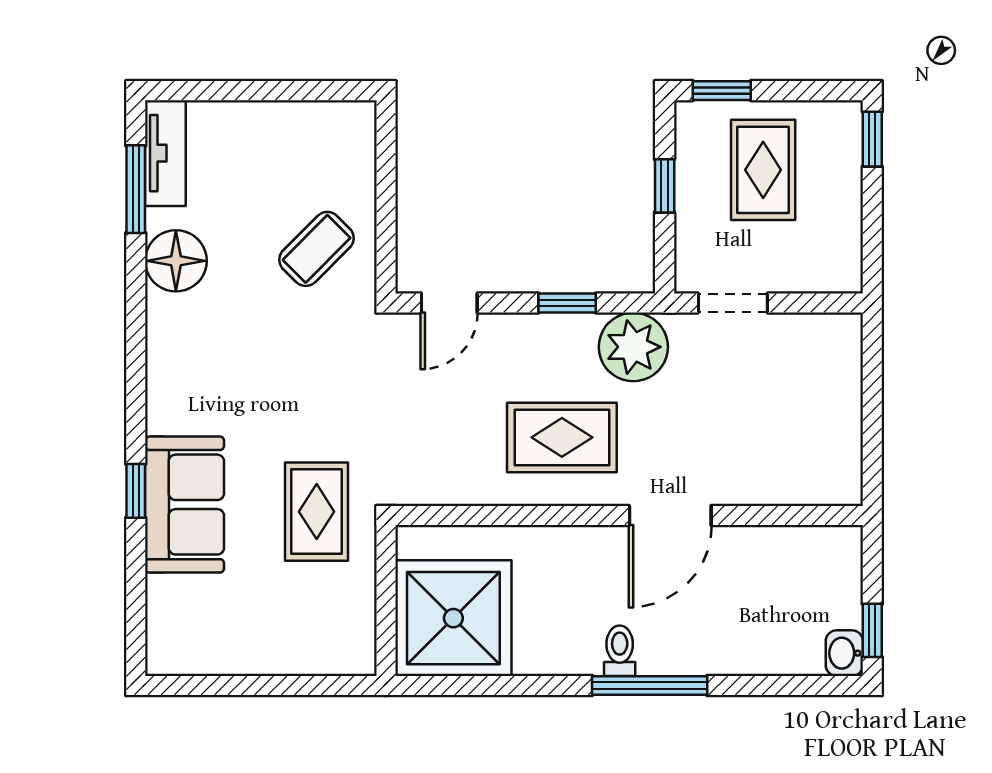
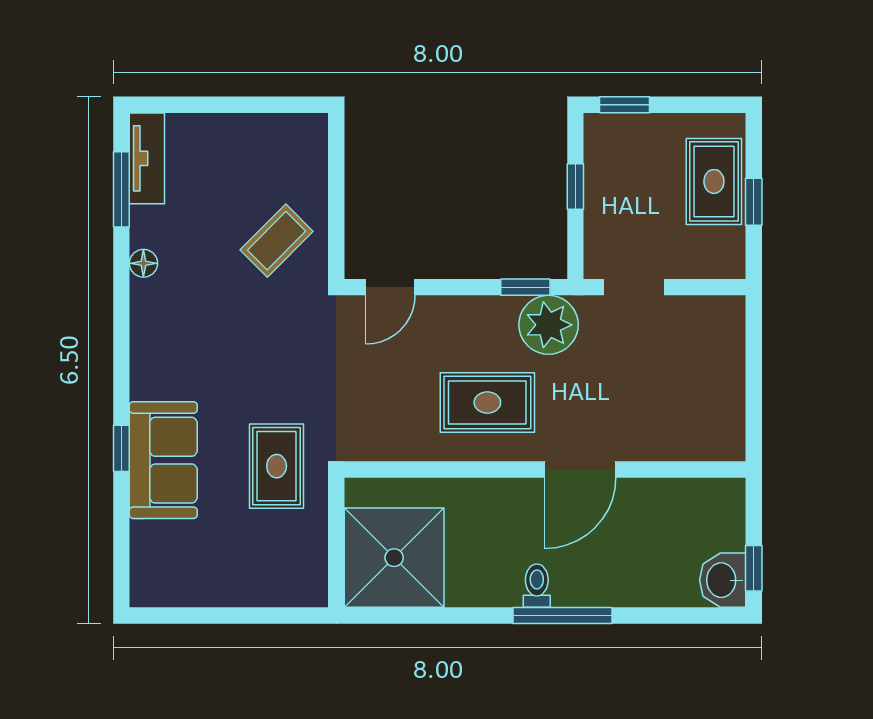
window: (872, 139) -> (754, 202), moved
rug: (763, 170) -> (714, 181), moved
floor lamp: (176, 261) -> (143, 263), width x0.53, depth x0.53
window: (567, 303) -> (525, 287), moved
washbasin: (844, 653) -> (723, 580), width x1.38, depth x1.45

